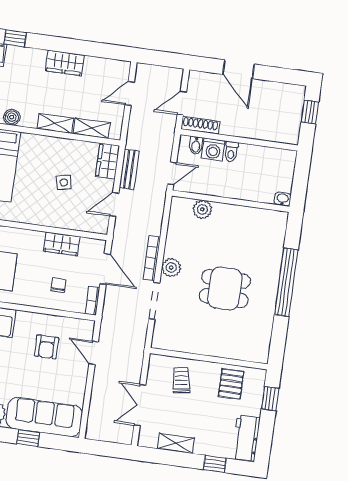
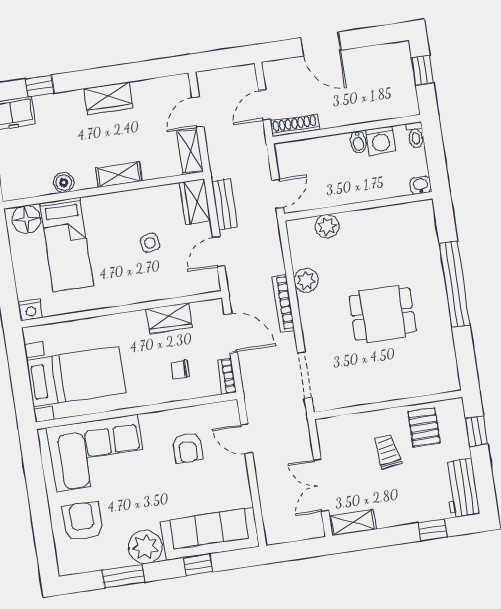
shelving: (92, 128) -> (190, 151), moved, turned 90
bidet: (196, 145) -> (358, 142), moved
washing machine: (213, 149) -> (381, 141), moved
toilet: (231, 152) -> (415, 135), moved
plant: (171, 268) -> (306, 280), moved
chair: (59, 285) -> (180, 369), turned -90
doorway: (154, 301) -> (305, 375), moved
trolley: (181, 380) -> (387, 451), moved
shelving: (176, 443) -> (353, 523), moved

